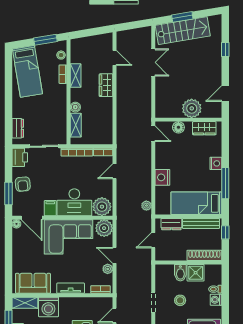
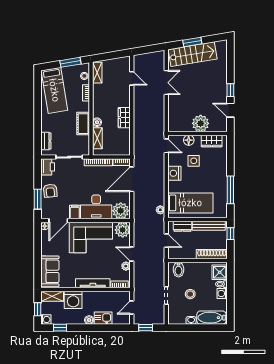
window: (225, 50) -> (230, 90), moved
shelving: (76, 76) -> (97, 73), moved
wardrobe: (106, 85) -> (124, 118), moved
door: (225, 93) -> (230, 110), hinge flipped
cot: (60, 109) -> (83, 124), added
side table: (184, 150) -> (194, 161), added
nightstand: (216, 163) -> (222, 172), removed
door: (114, 171) -> (132, 179), width x1.88
nightstand: (162, 177) -> (174, 173), moved
bed: (196, 203) -> (190, 203), moved, turned 180
door: (32, 218) -> (58, 221), hinge flipped
door: (153, 240) -> (166, 241), swing flipped
bidet: (180, 273) -> (178, 270), moved
shower: (196, 273) -> (220, 272), moved
sofa: (33, 283) -> (50, 271), moved, turned 90
tv unit: (71, 288) -> (93, 283), width x1.41

